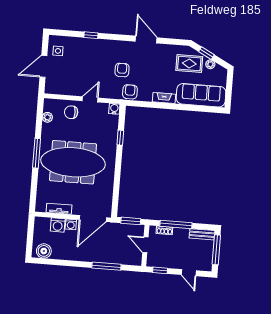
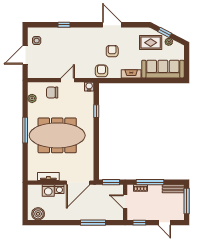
armchair: (122, 70) -> (112, 51), moved

